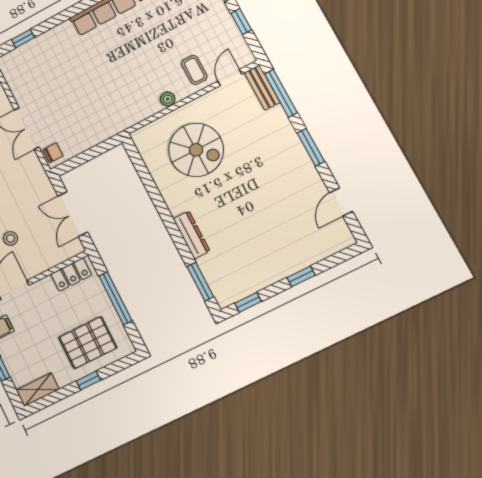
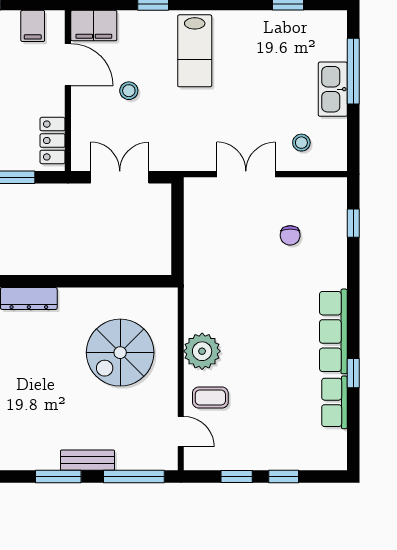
bench: (262, 88) -> (87, 460), moved
plant: (168, 99) -> (202, 351), width x1.88, depth x1.88
chair: (53, 153) -> (290, 235), moved

